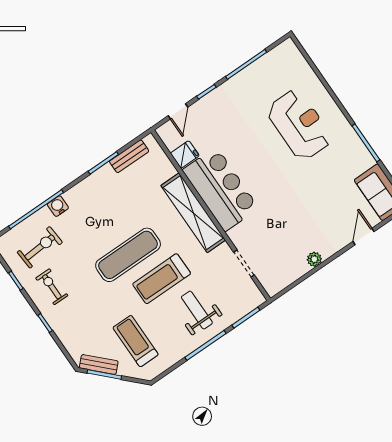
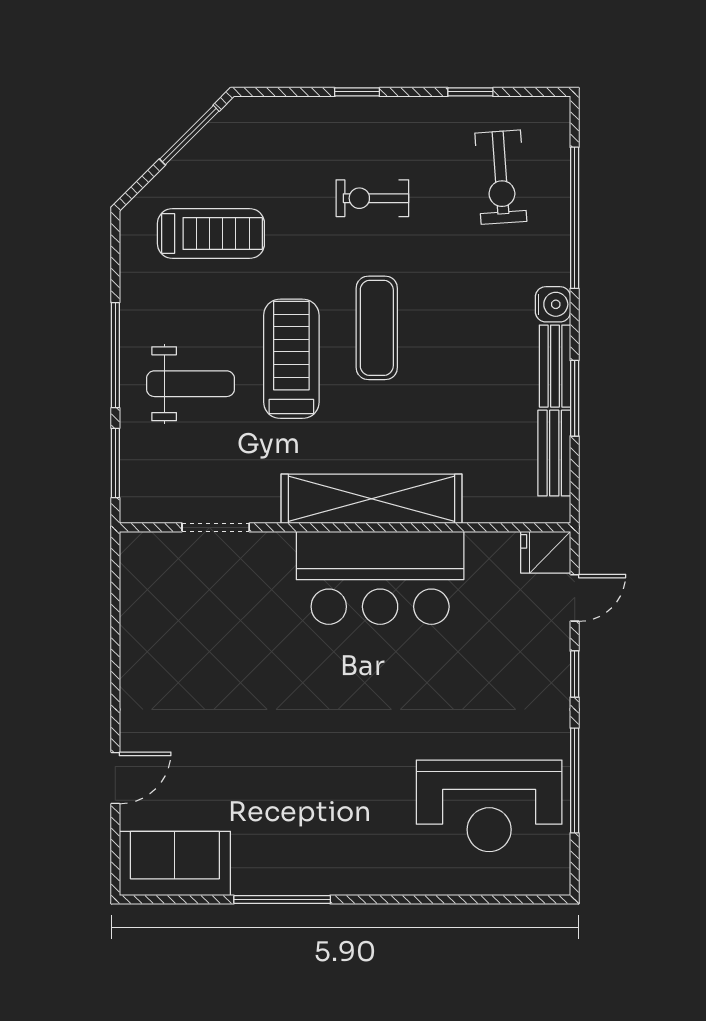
door: (178, 111) -> (575, 598), swing flipped
reception desk: (299, 125) -> (489, 806), moved
fridge: (185, 154) -> (546, 552), moved, turned 90
water cooler: (58, 206) -> (553, 304), moved
door: (363, 236) -> (115, 778), hinge flipped
exercise mat: (128, 255) -> (377, 328), width x0.73, depth x0.69
plant: (314, 259) -> (136, 660), removed
exercise bike: (52, 287) -> (372, 198), moved, turned 180
bench: (99, 364) -> (555, 366), moved, turned -45

